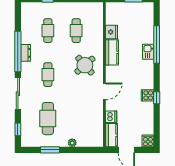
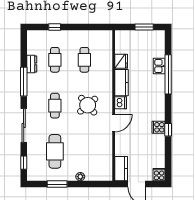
window: (18, 52) -> (24, 82), width x0.68
kitchen sink: (148, 52) -> (159, 66), moved
dresser: (26, 53) -> (32, 64), moved
round table: (85, 65) -> (88, 105), moved
dishwasher: (111, 117) -> (121, 103), moved

